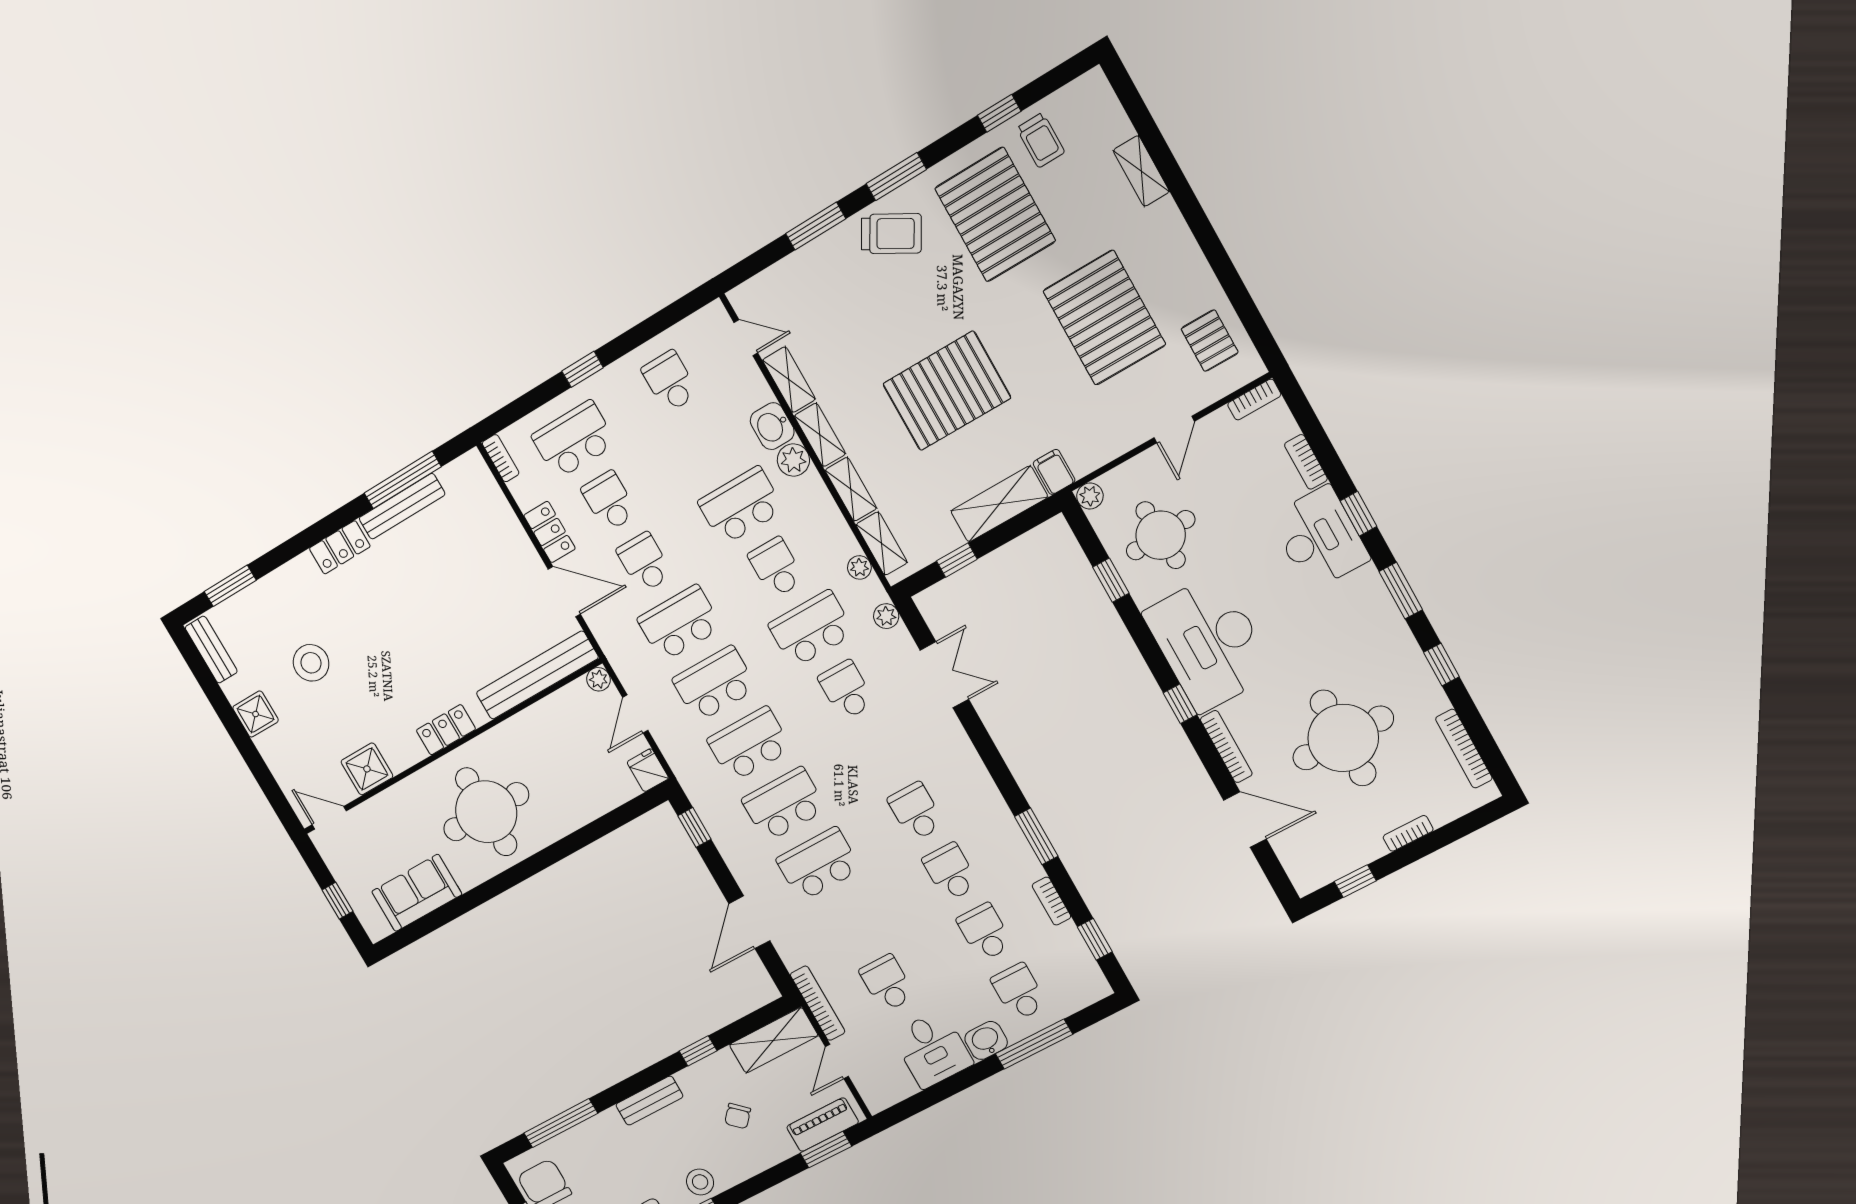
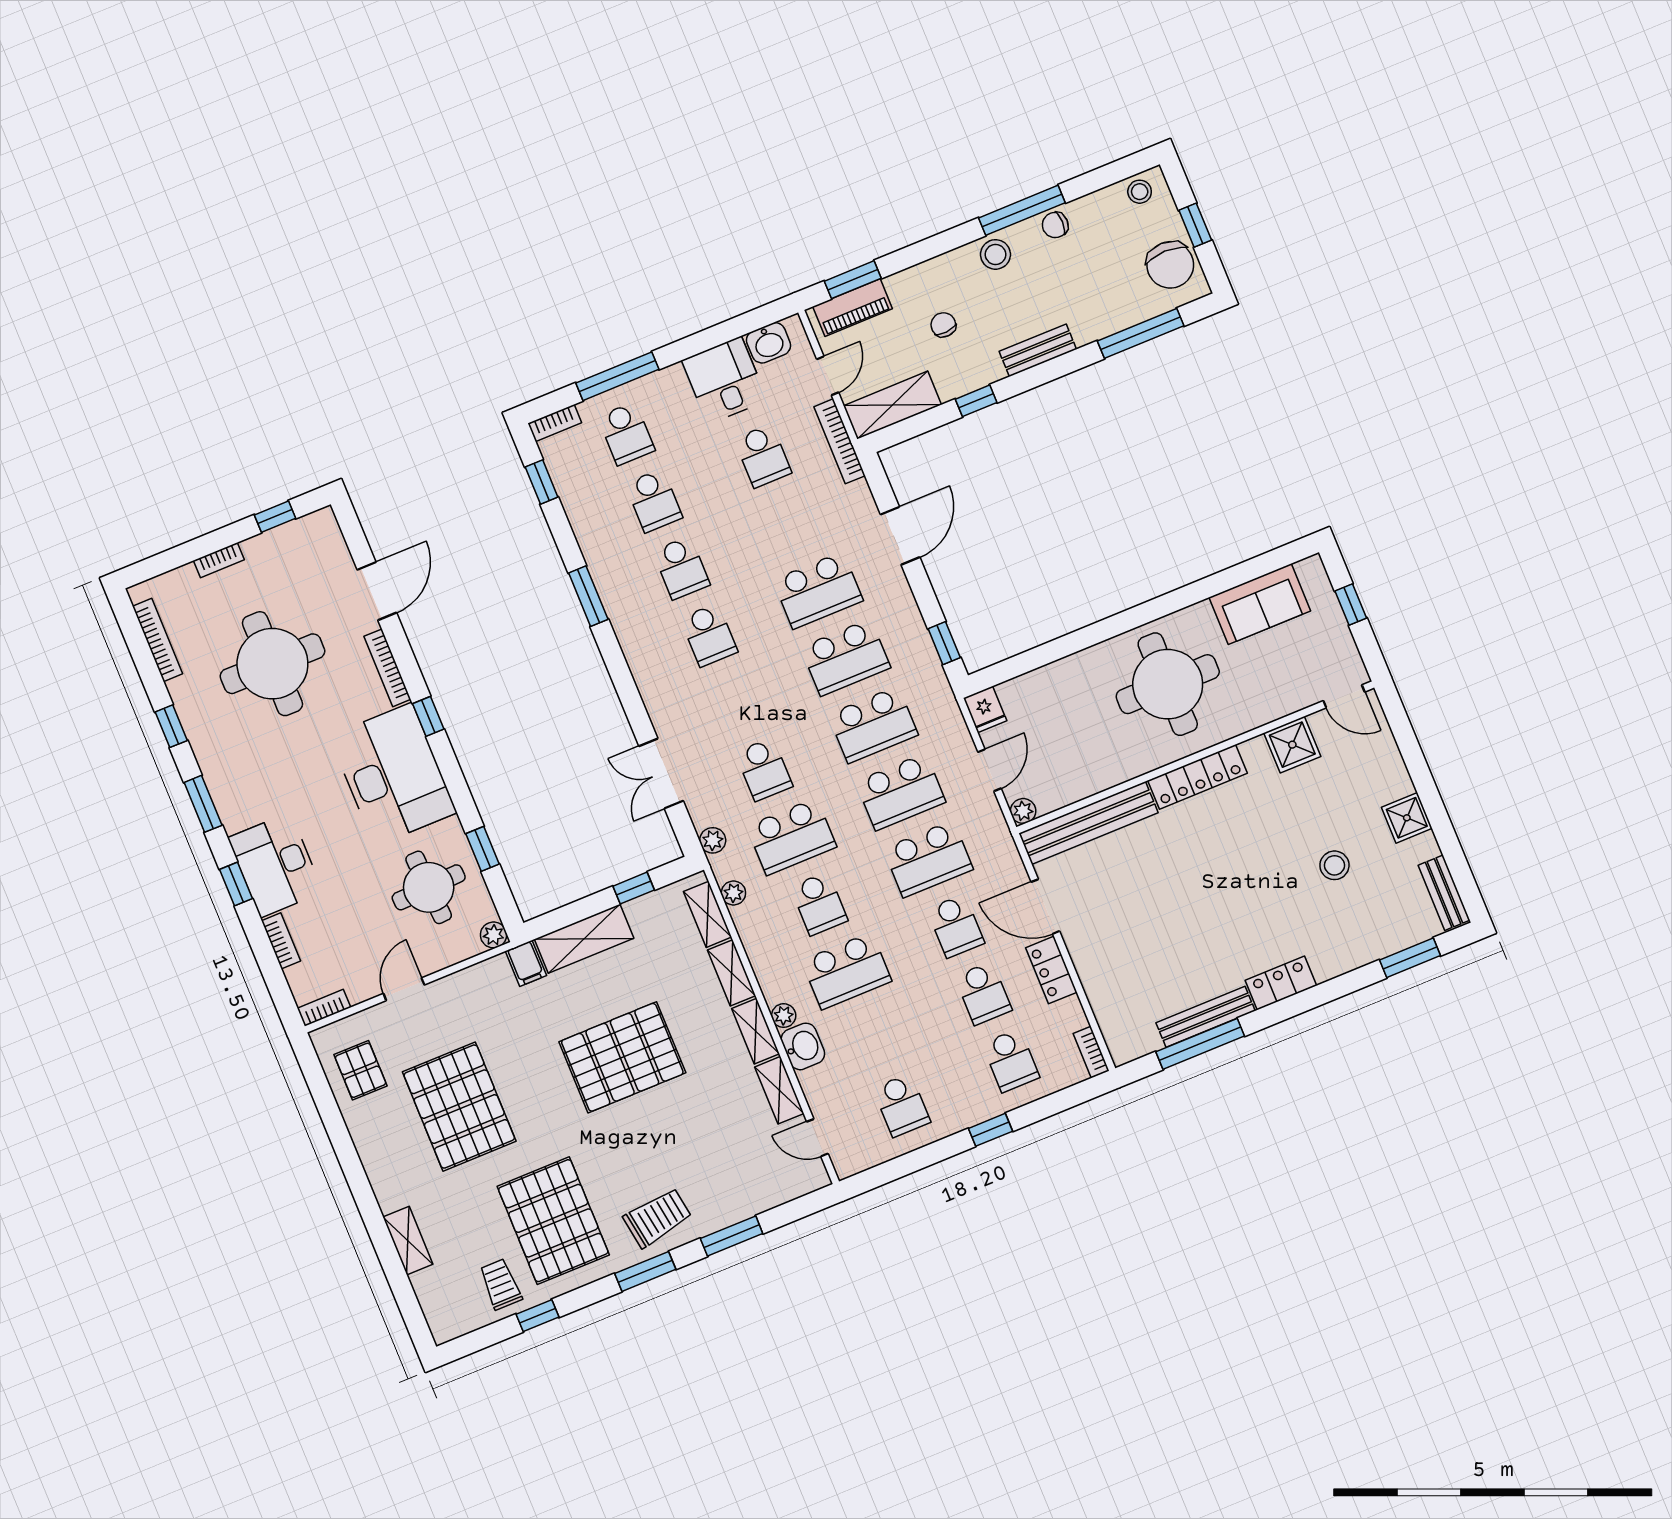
trolley: (891, 234) -> (657, 1218), turned 141
school desk: (574, 440) -> (1011, 1060), width x0.54
plant: (793, 460) -> (784, 1016), width x0.73, depth x0.73
stool: (311, 663) -> (1334, 865), width x0.73, depth x0.73
locker: (446, 730) -> (1197, 777), width x1.53
door: (1245, 820) -> (377, 591), swing flipped
bookcase: (1051, 901) -> (555, 423), moved, turned 90
washbasin: (986, 1040) -> (769, 343), moved
chair: (738, 1116) -> (943, 325), turned -46

